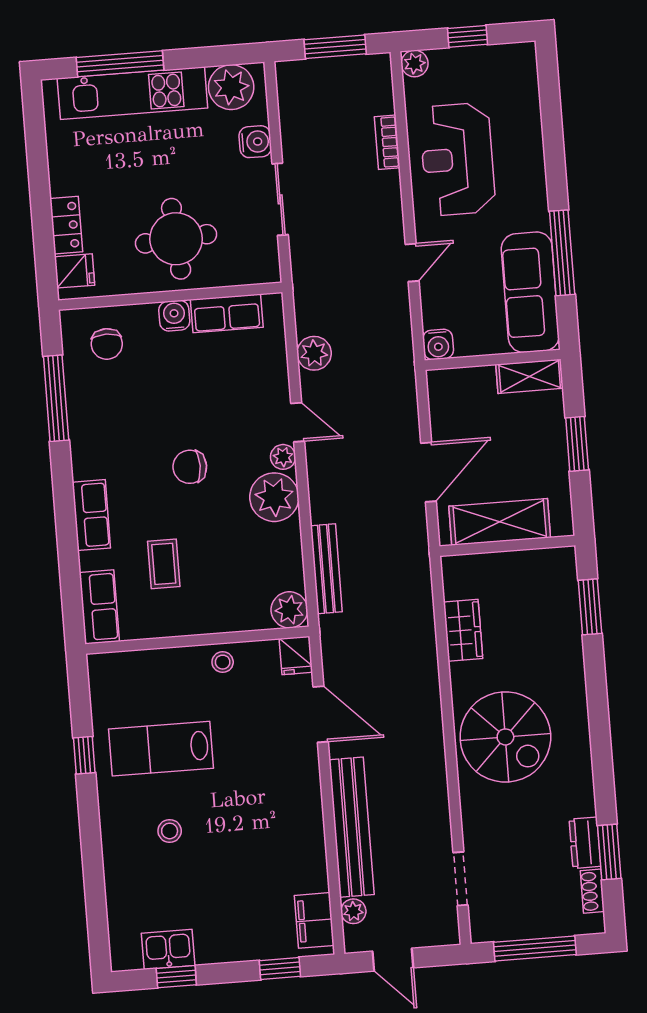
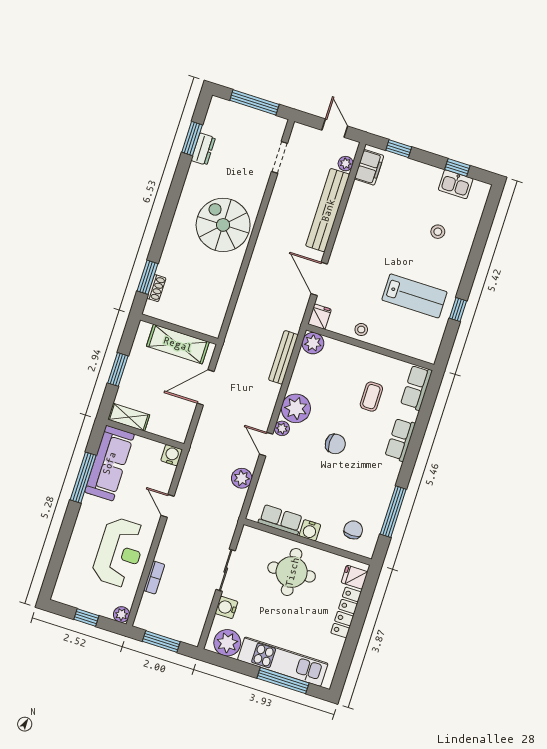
locker: (66, 225) -> (346, 613), width x1.53
door: (412, 263) -> (168, 506), hinge flipped
wardrobe: (463, 630) -> (222, 293), removed
stool: (170, 831) -> (438, 232), moved
shoe rack: (592, 891) -> (156, 288), moved

